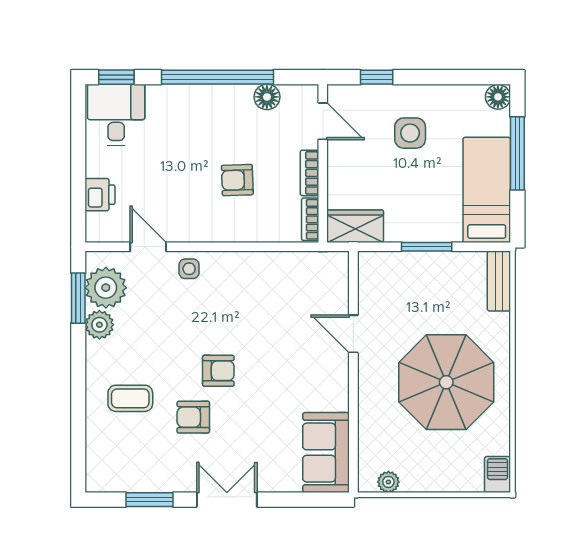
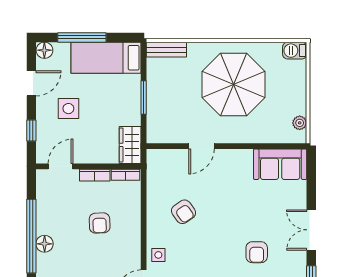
door: (448, 77) -> (31, 83), added
floor lamp: (267, 97) -> (45, 244), moved
armchair: (218, 371) -> (183, 212), moved, turned 145

